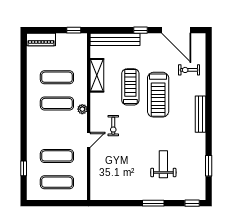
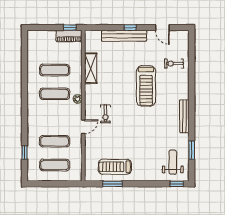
door: (176, 30) -> (162, 28), width x0.53
bench: (115, 39) -> (124, 36), moved
piano: (41, 40) -> (69, 36), moved
treadmill: (130, 87) -> (115, 167), moved, turned -90
bench: (201, 114) -> (184, 116), moved
weight bench: (163, 164) -> (173, 162), moved
window: (153, 203) -> (113, 184), moved

